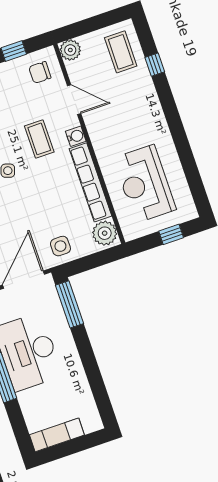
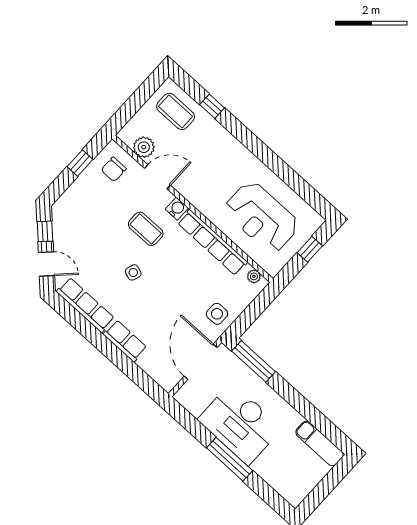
plant: (70, 50) -> (144, 147), moved
plant: (105, 233) -> (254, 276), width x0.53, depth x0.53
exam couch: (57, 435) -> (319, 443), moved, turned -90

